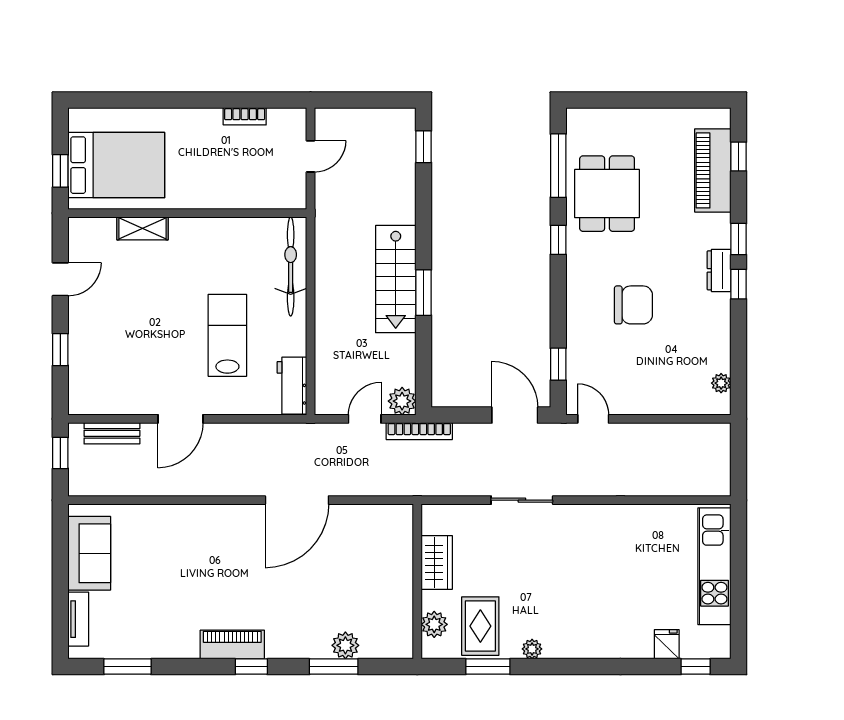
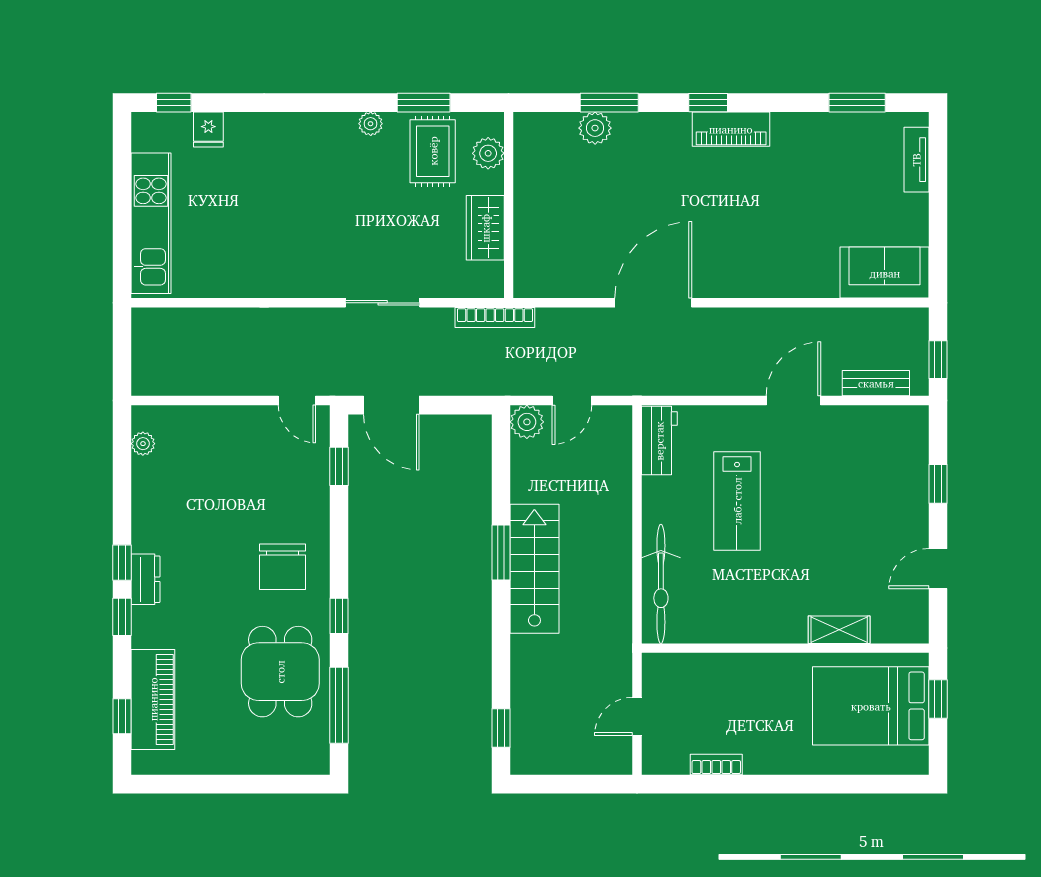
chair: (633, 305) -> (283, 567), moved, turned -90
bookcase: (419, 431) -> (495, 318), moved, turned 180
sofa: (89, 553) -> (885, 273), moved, turned 90

